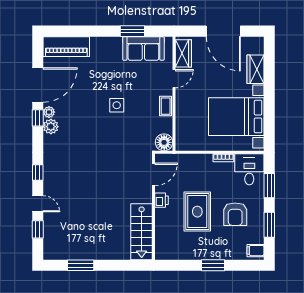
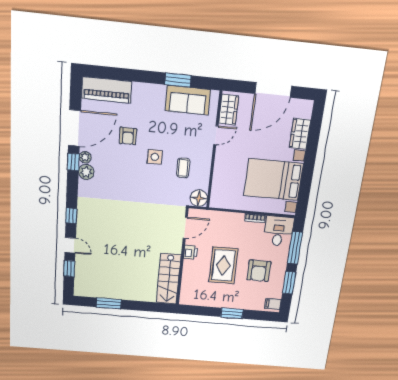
door: (223, 31) -> (273, 90), hinge flipped
armchair: (89, 88) -> (128, 136), added
coffee table: (166, 106) -> (183, 168), moved
window: (269, 186) -> (295, 248), width x1.44

